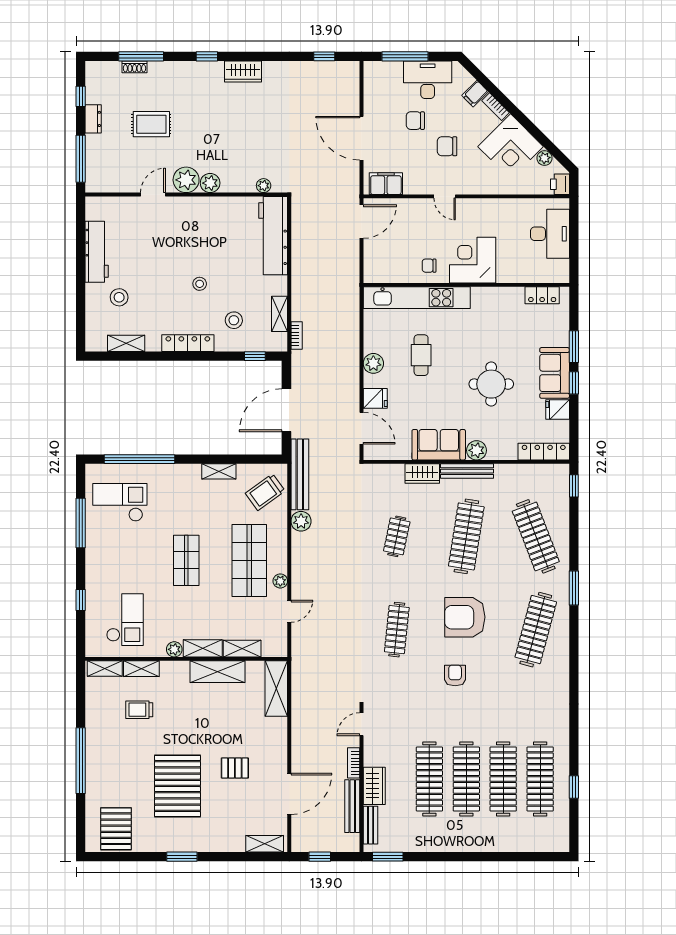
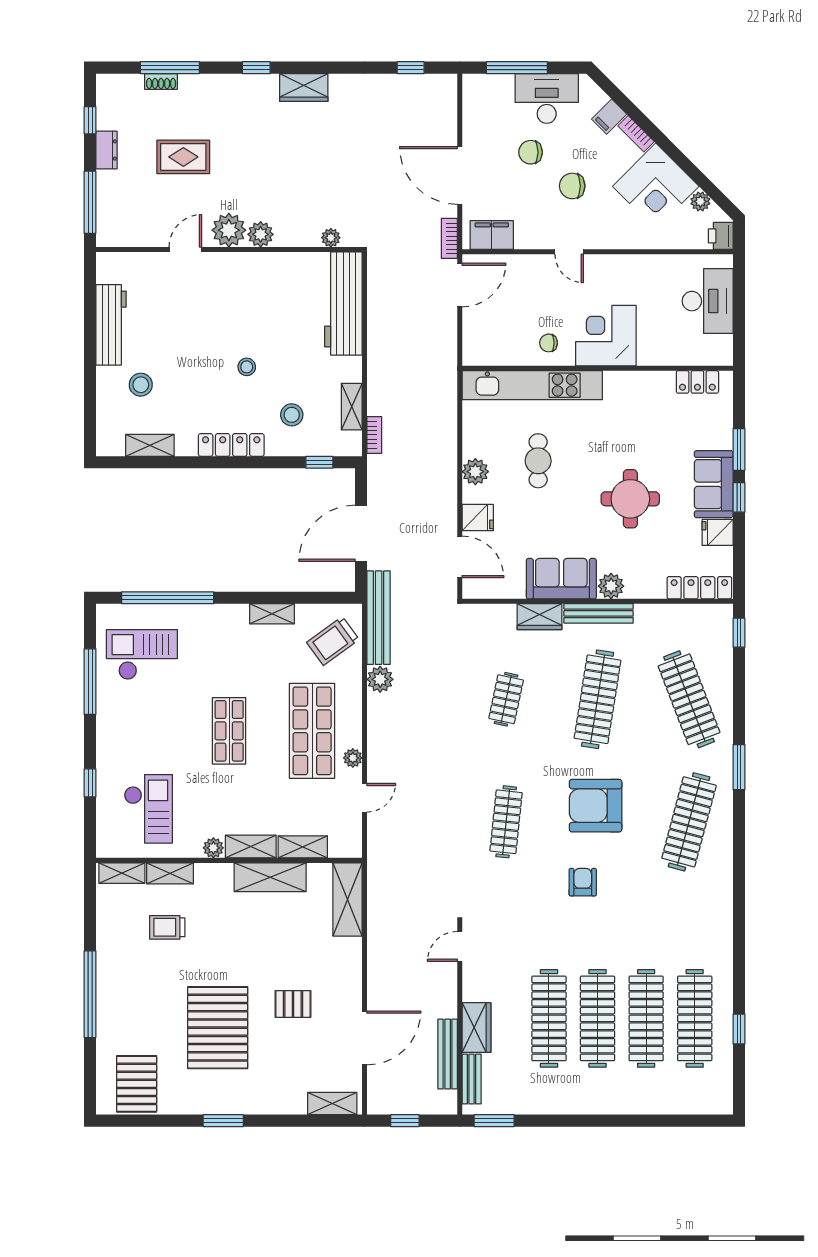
bookcase: (354, 763) -> (449, 238), moved

